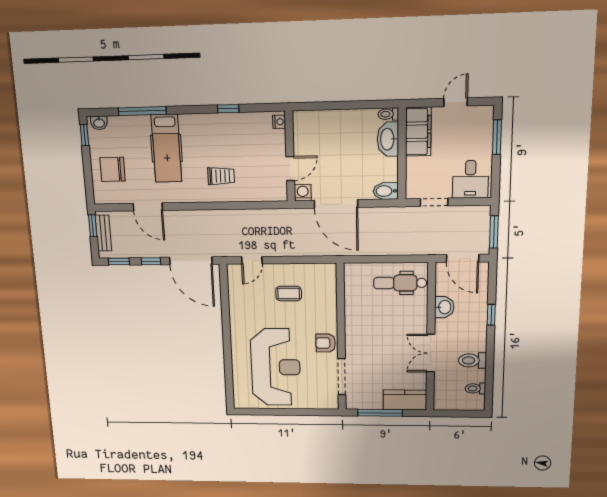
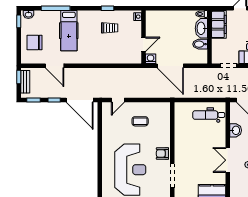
trolley: (221, 176) -> (110, 28), moved
bidet: (386, 191) -> (200, 44), moved

